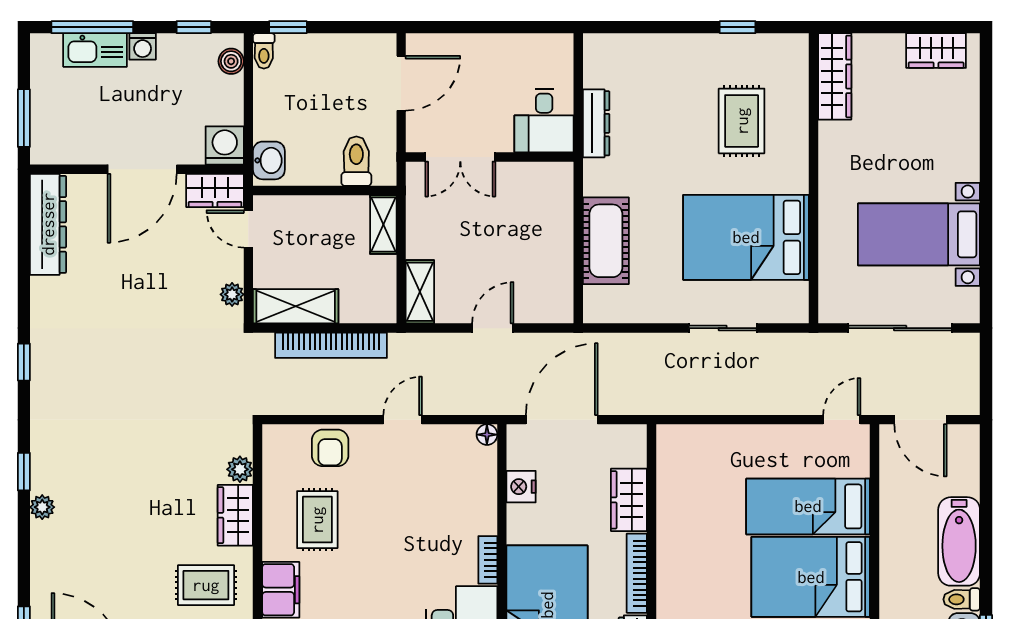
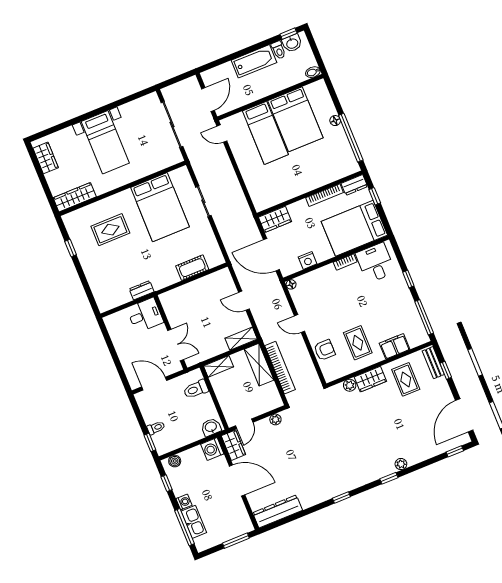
toilet: (264, 51) -> (156, 428), moved
dresser: (596, 123) -> (142, 290), width x0.70
bed with nightstands: (919, 234) -> (105, 142), moved
cot: (606, 241) -> (192, 268), width x0.73, depth x0.75
shelving: (296, 306) -> (259, 365), moved
wardrobe: (629, 500) -> (275, 219), moved
rug: (317, 520) -> (358, 343), turned 90

